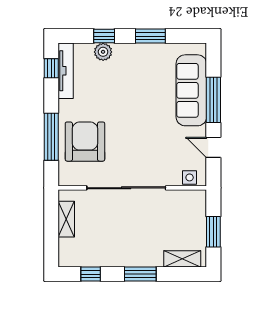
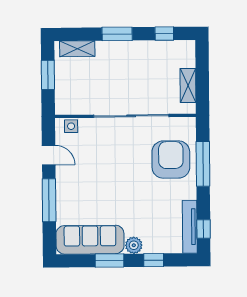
plant: (103, 52) -> (134, 245), moved
sofa: (191, 90) -> (90, 240), moved, turned -90
armchair: (85, 142) -> (171, 160), turned 180

